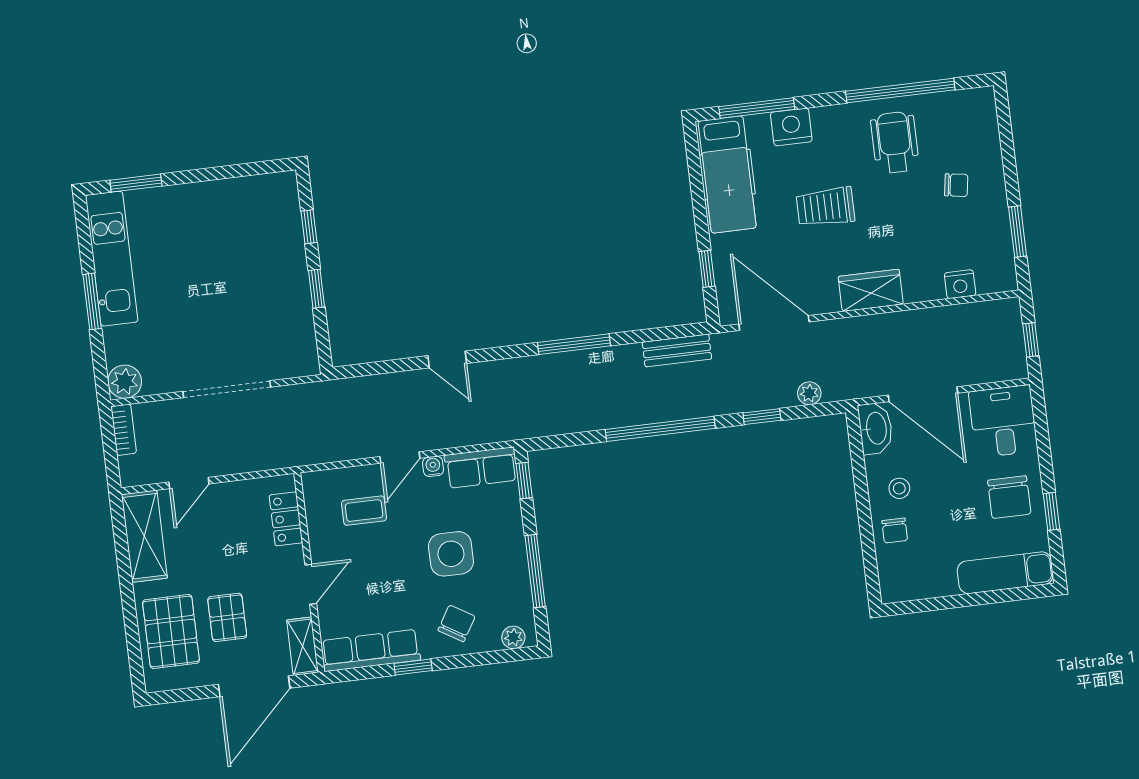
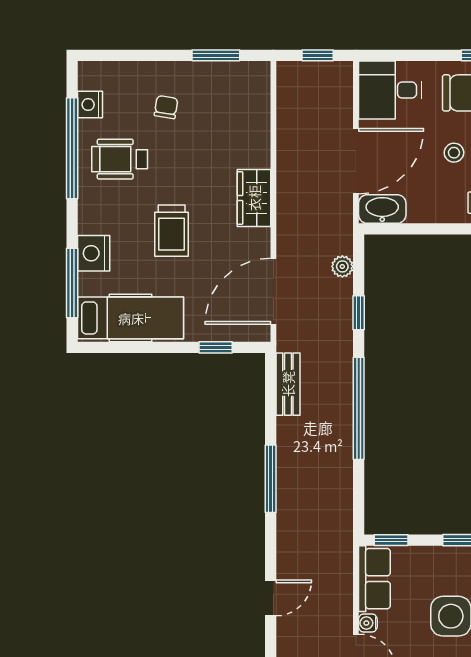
nightstand: (960, 284) -> (90, 105), moved, turned 180
stool: (899, 488) -> (454, 153), moved

